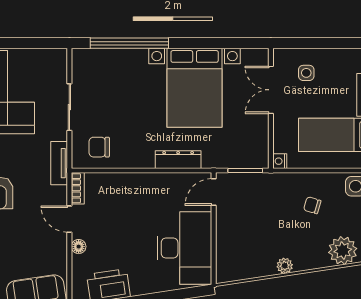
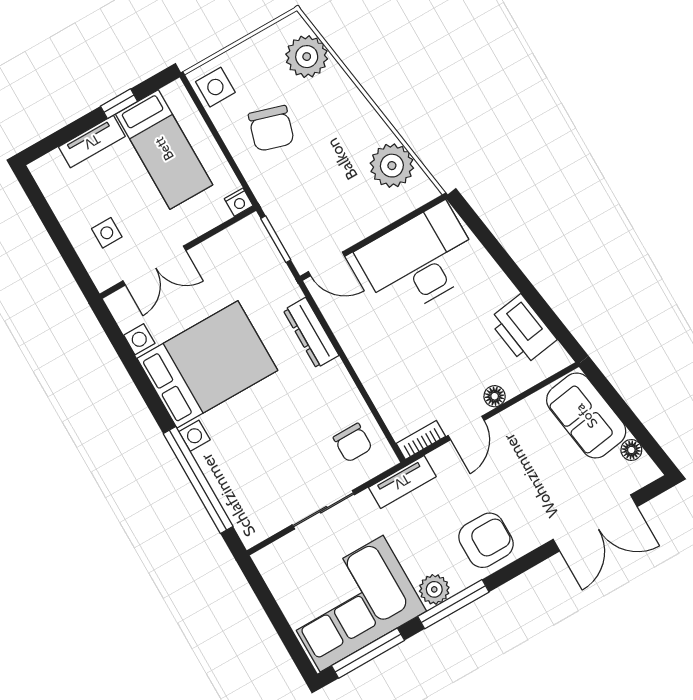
chair: (312, 205) -> (271, 128), width x1.87, depth x1.87
plant: (285, 266) -> (392, 166), moved, width x1.87, depth x1.87

